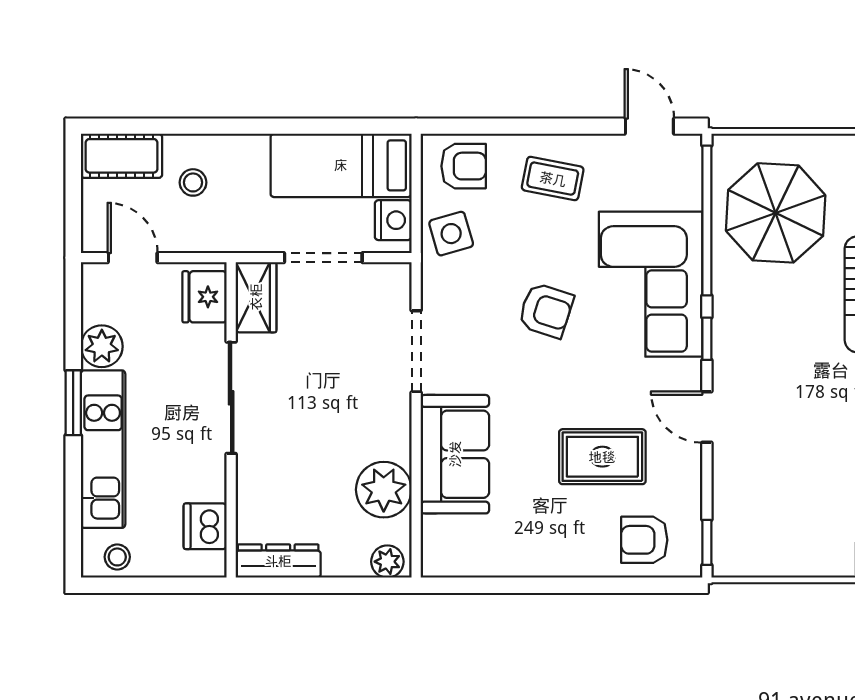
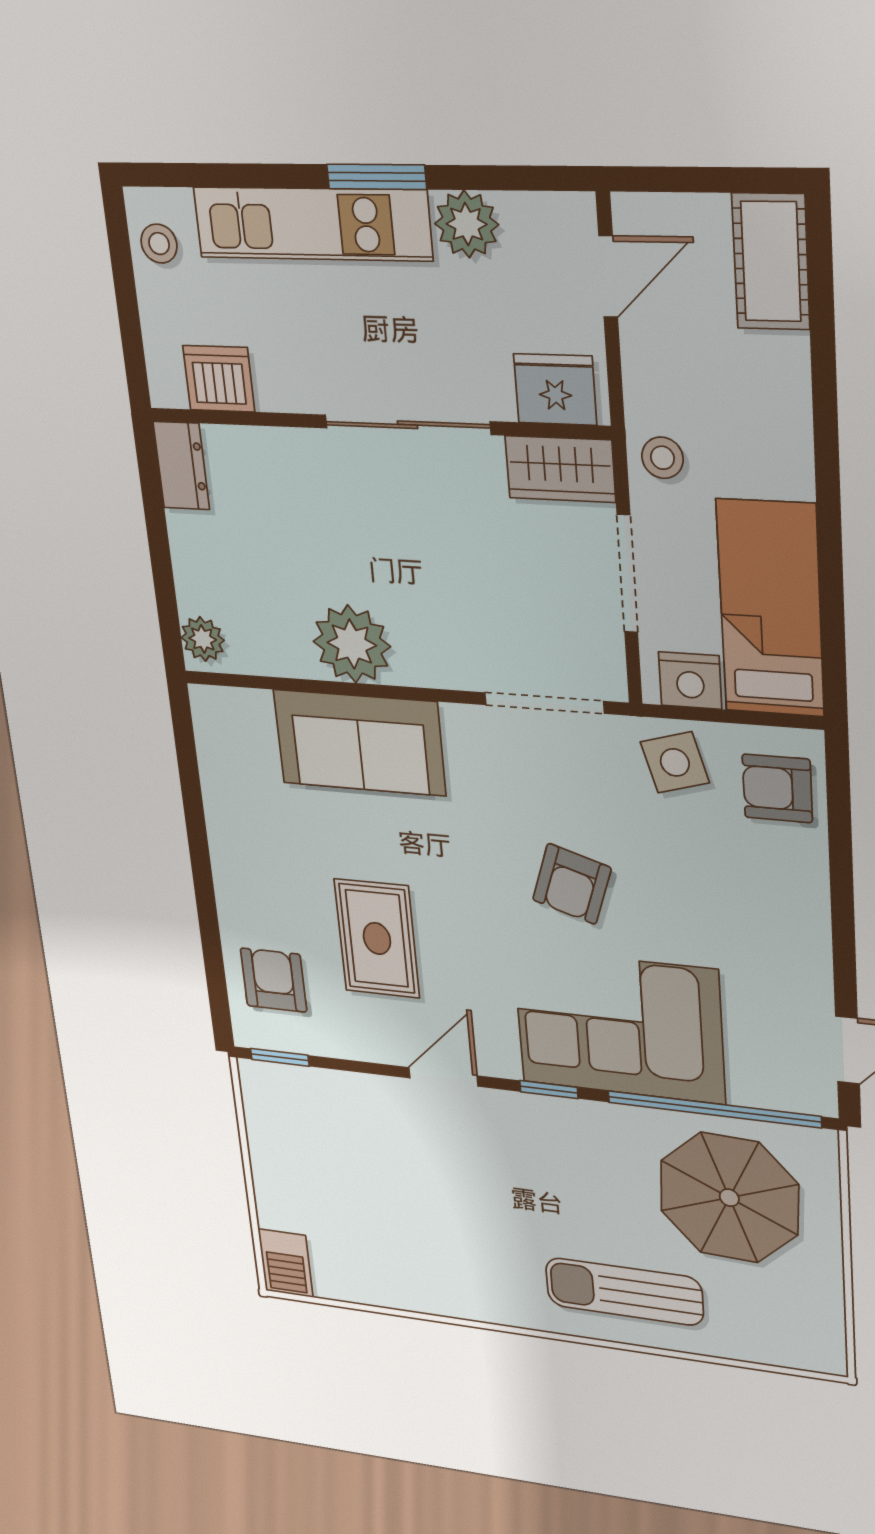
armchair: (464, 166) -> (777, 788), turned 90
coffee table: (553, 179) -> (764, 911), removed
stool: (193, 182) -> (662, 458), moved
doorway: (416, 351) -> (544, 703), moved
plant: (384, 490) -> (352, 644), moved
dresser: (278, 561) -> (181, 466), width x0.70

